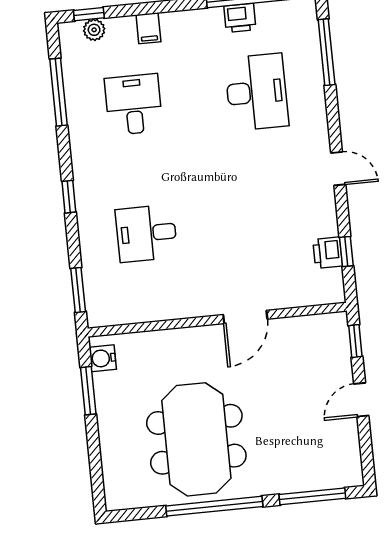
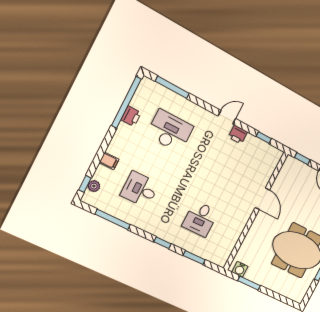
printer: (328, 253) -> (238, 134), moved
window: (78, 290) -> (194, 258), moved

